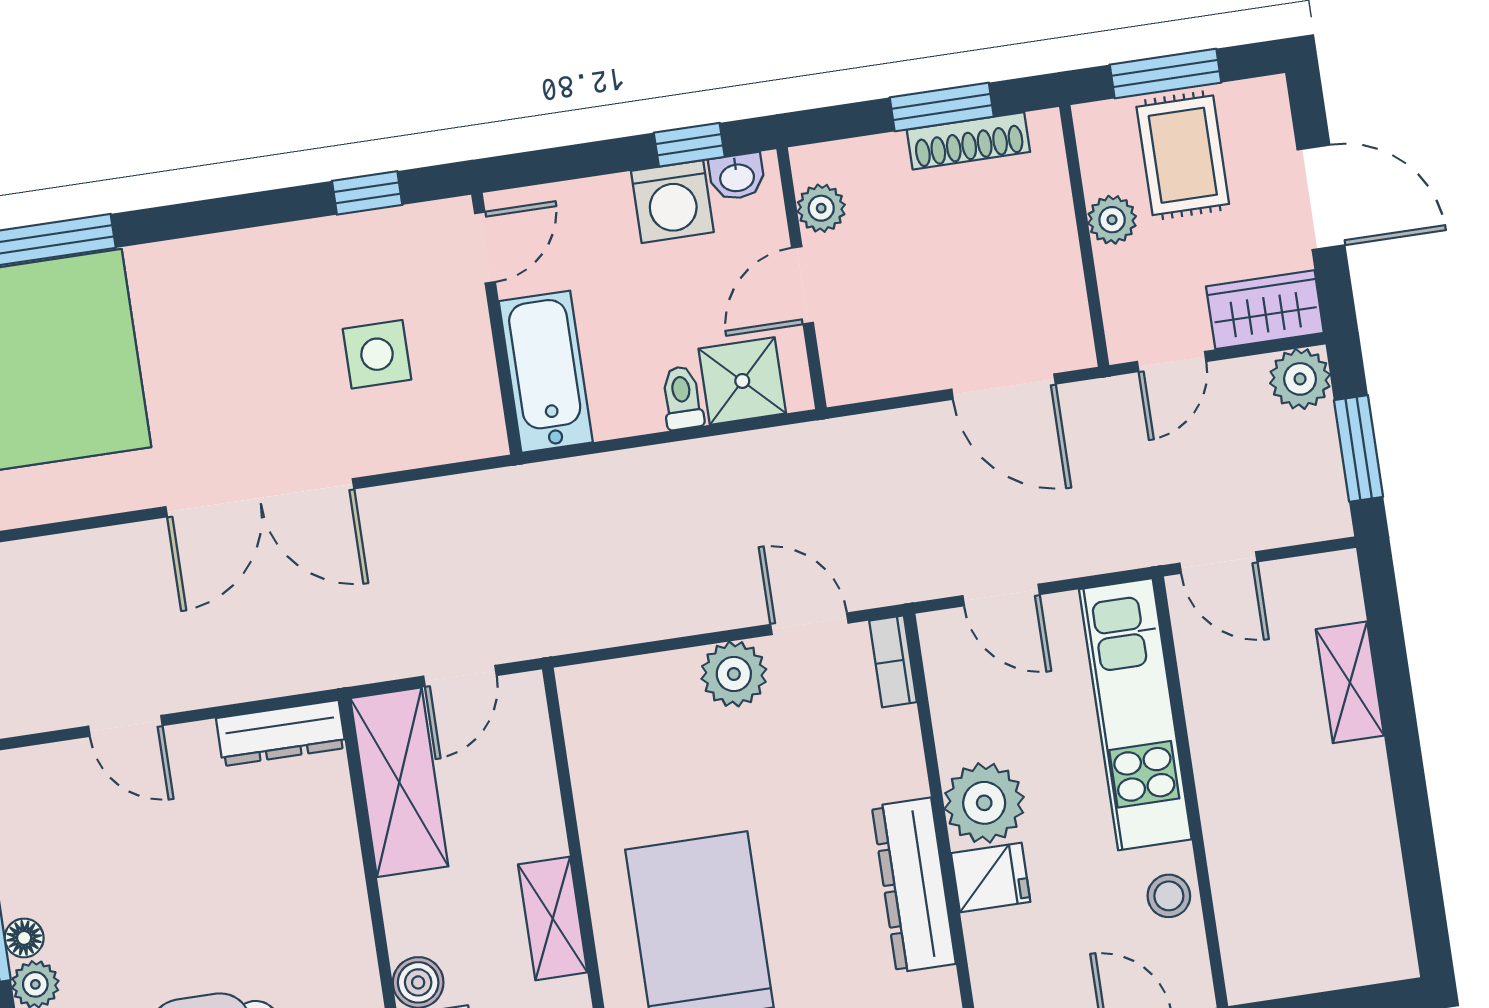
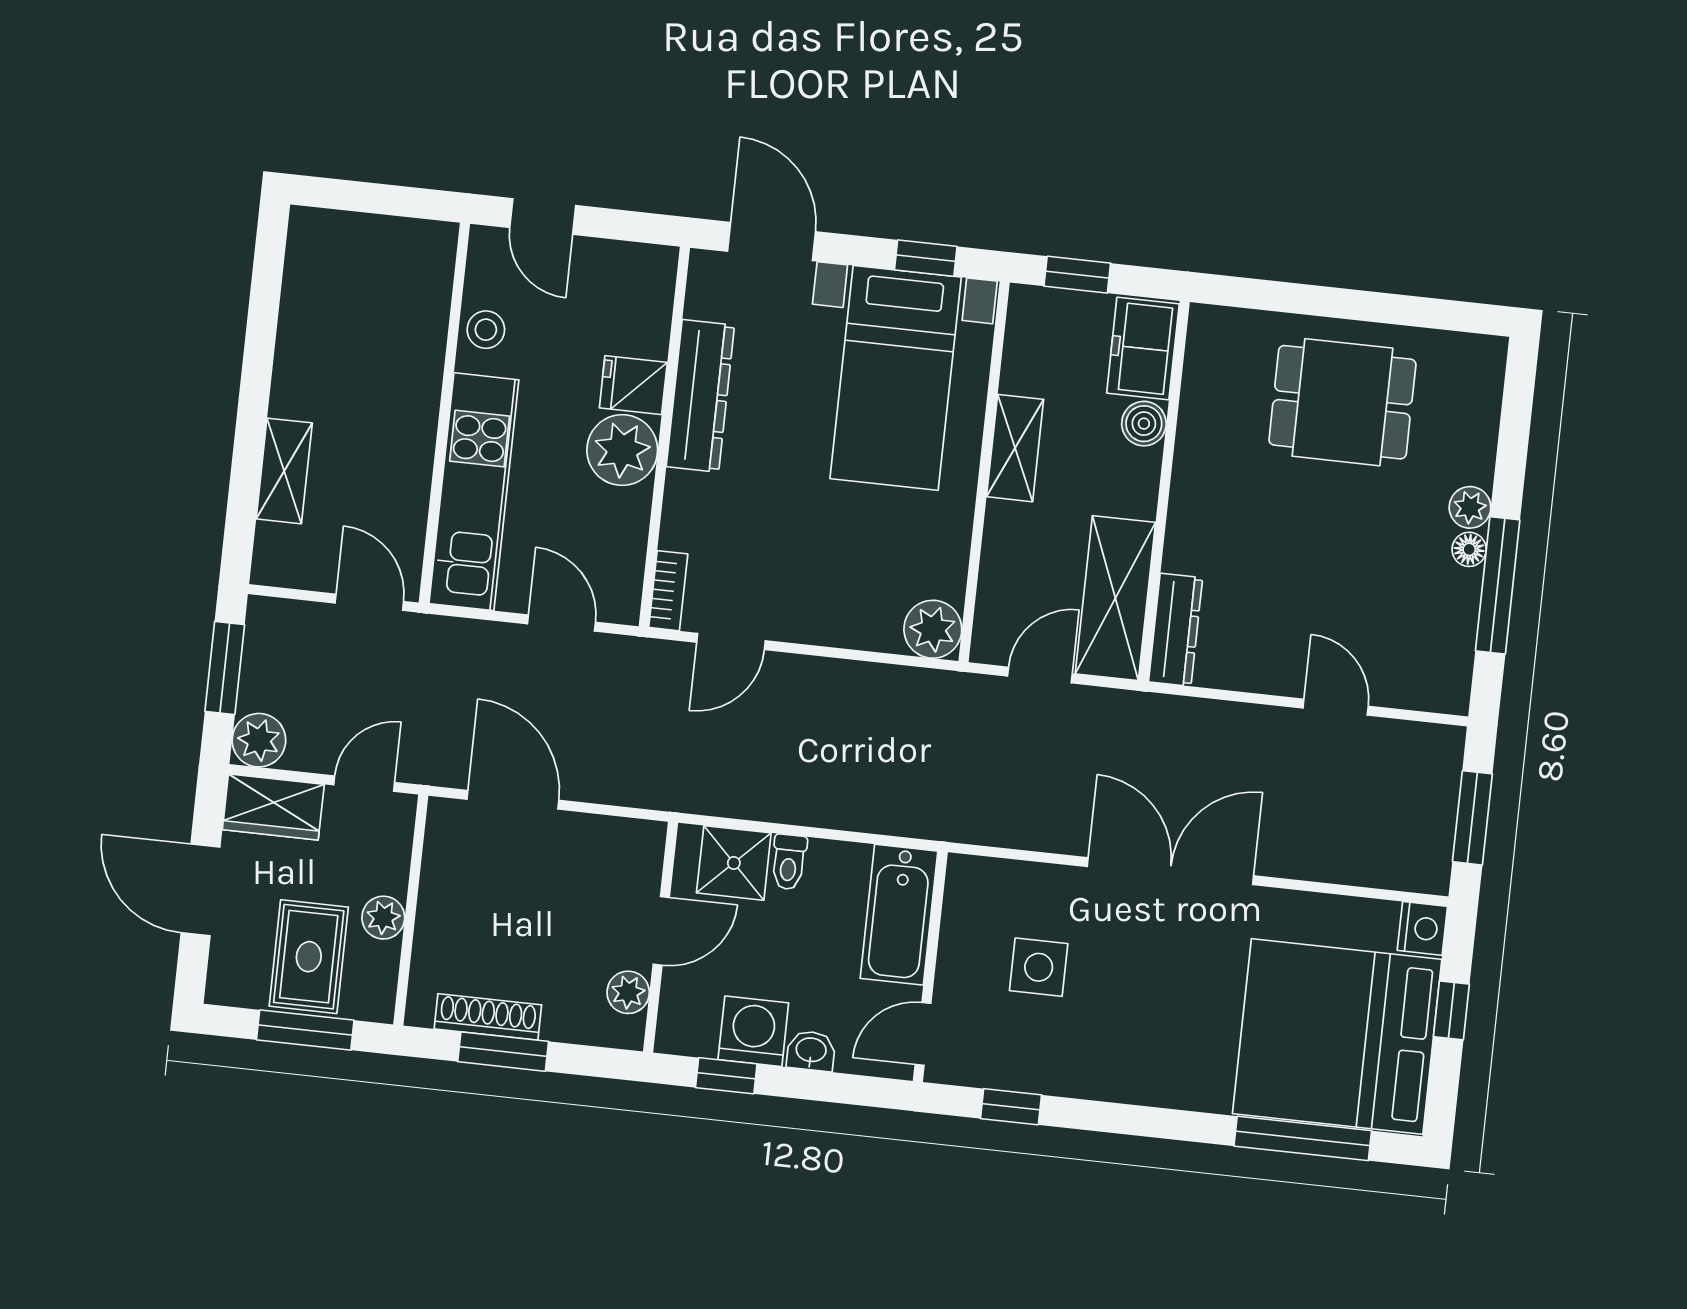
washbasin: (737, 177) -> (811, 1051), moved
door: (809, 624) -> (731, 641), hinge flipped
plant: (734, 674) -> (933, 629), moved
dresser: (281, 733) -> (1176, 630), moved, turned 90

